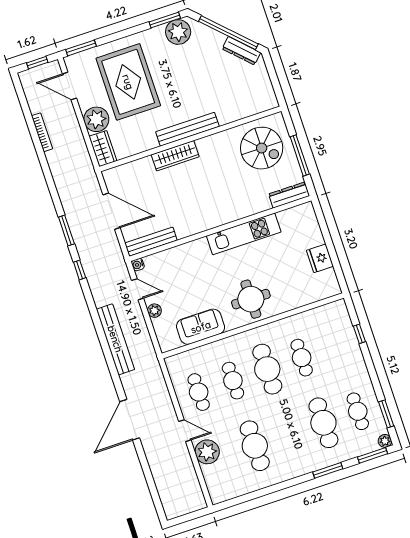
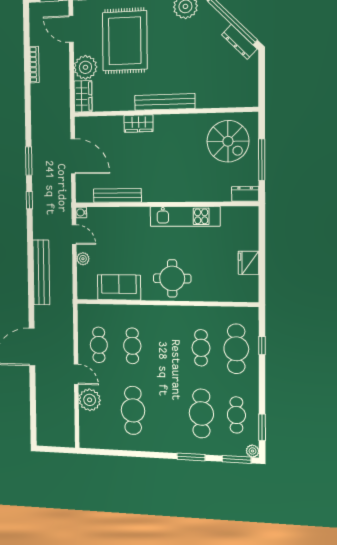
wardrobe: (175, 156) -> (139, 123), width x0.67
dresser: (289, 195) -> (245, 194), width x0.70
bench: (151, 242) -> (117, 195), moved
cafe table: (267, 369) -> (236, 349), moved

